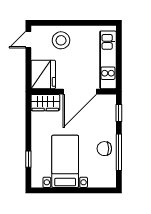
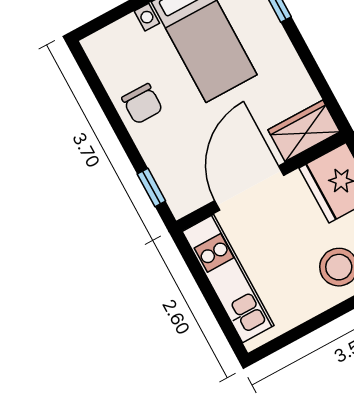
chair: (104, 149) -> (142, 104), turned 90
window: (119, 152) -> (110, 112), removed

